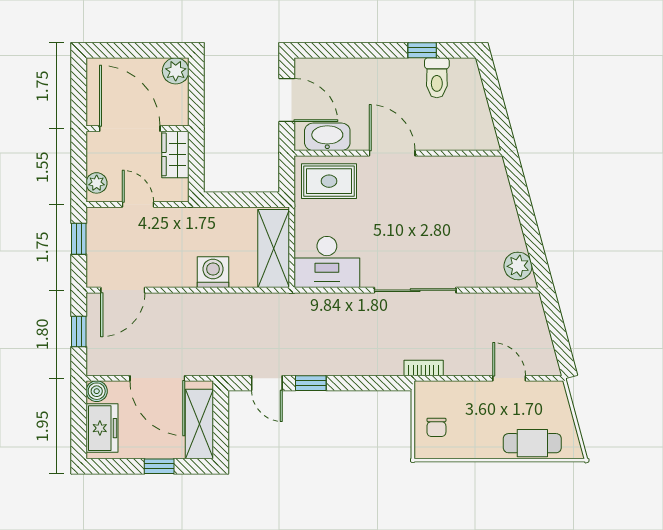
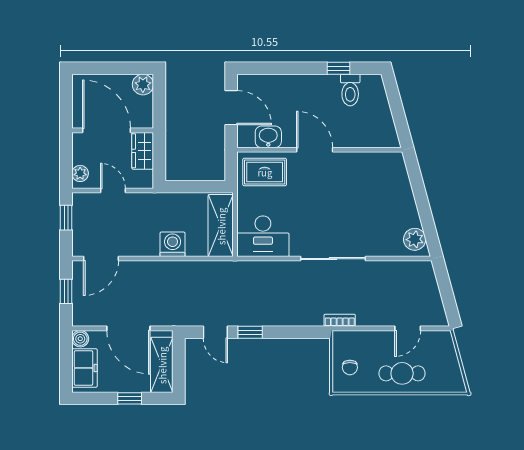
washbasin: (327, 137) -> (268, 137), width x0.72
door: (509, 378) -> (408, 328), swing flipped
cafe table: (532, 443) -> (402, 373), moved

